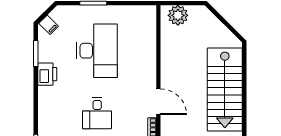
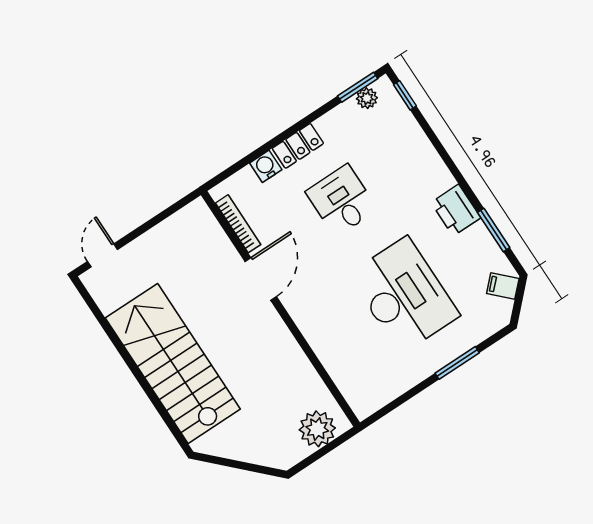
desk: (97, 51) -> (404, 295), turned 180
door: (158, 102) -> (261, 279), swing flipped

